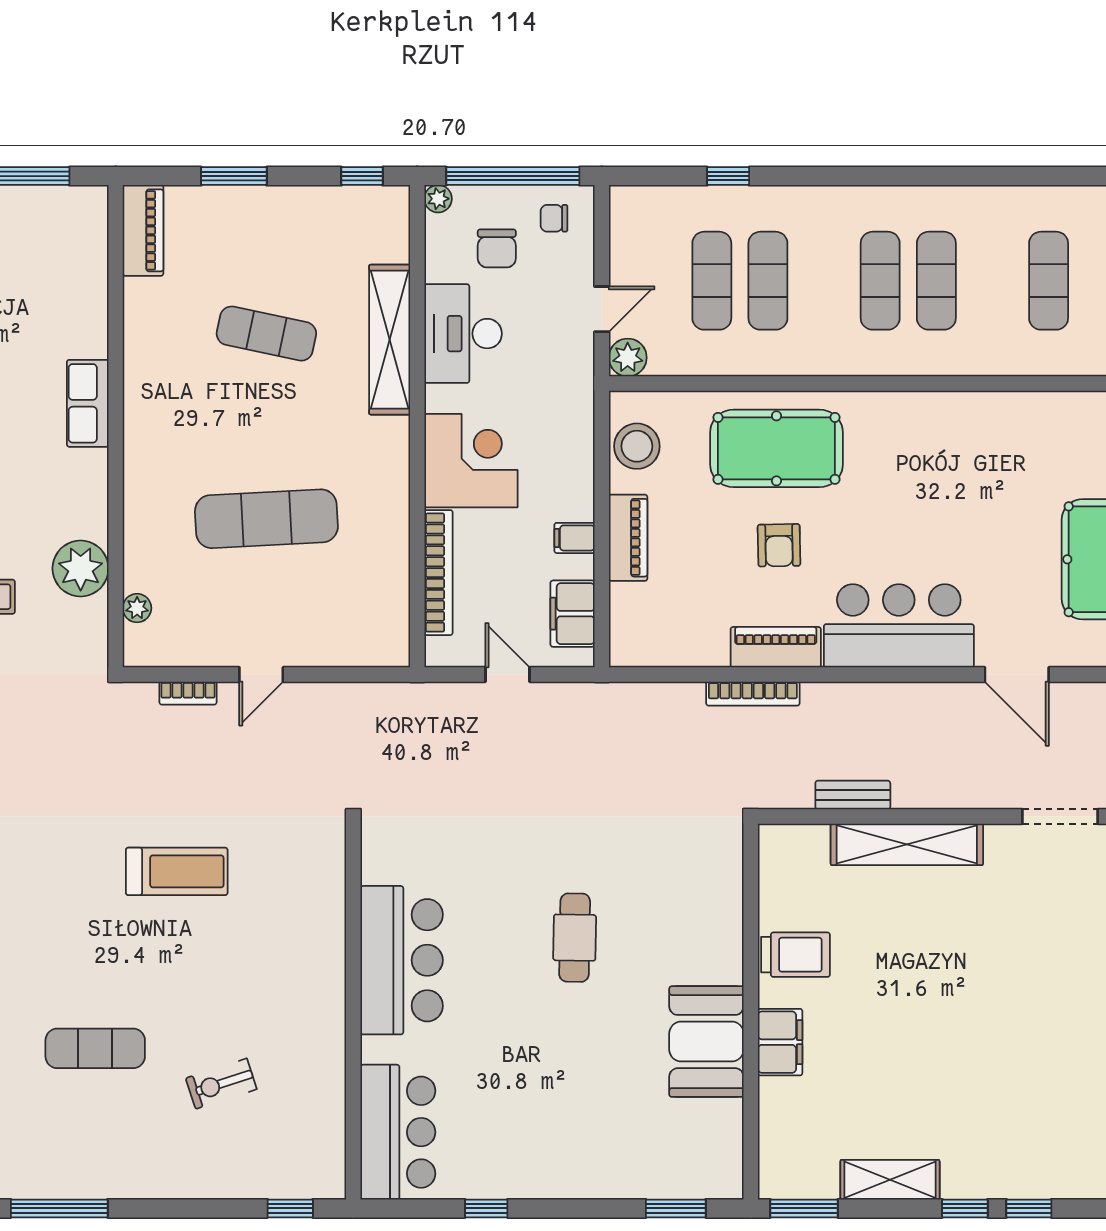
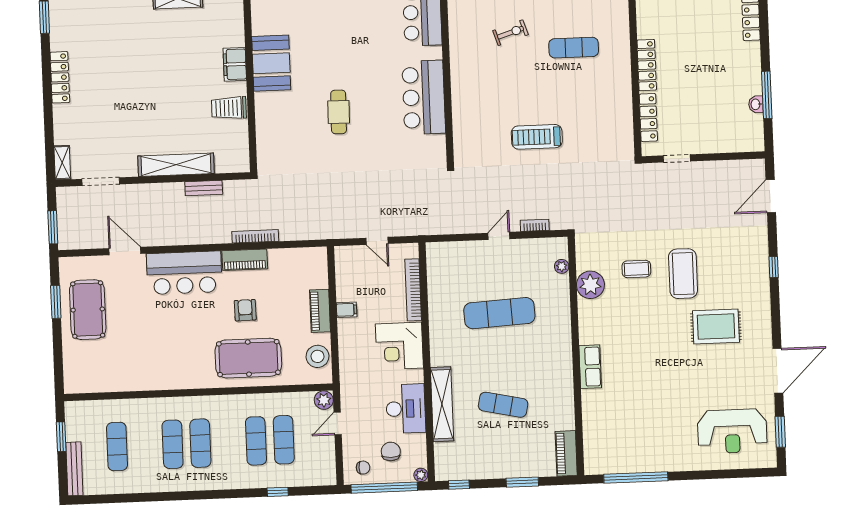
filing cabinet: (572, 614) -> (346, 272), removed

